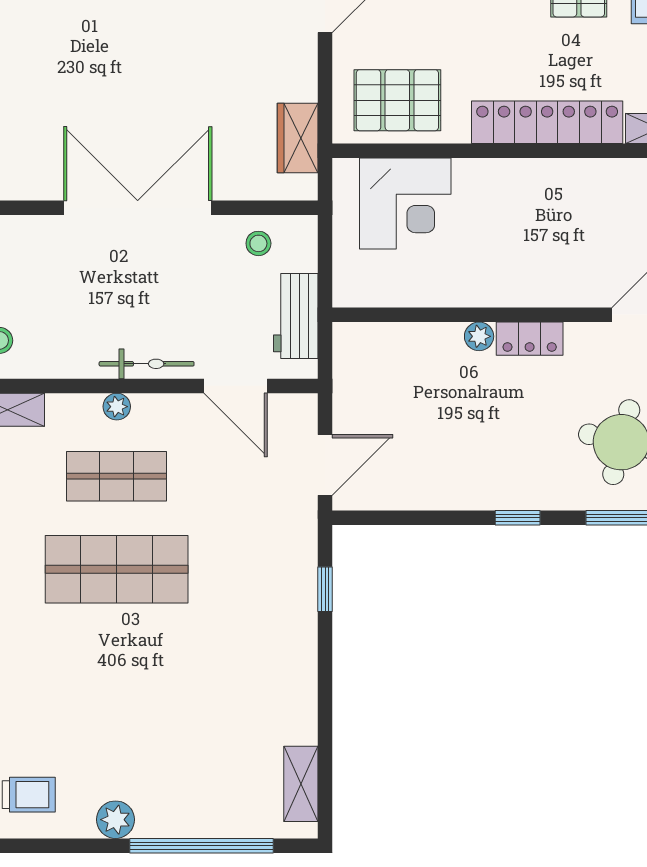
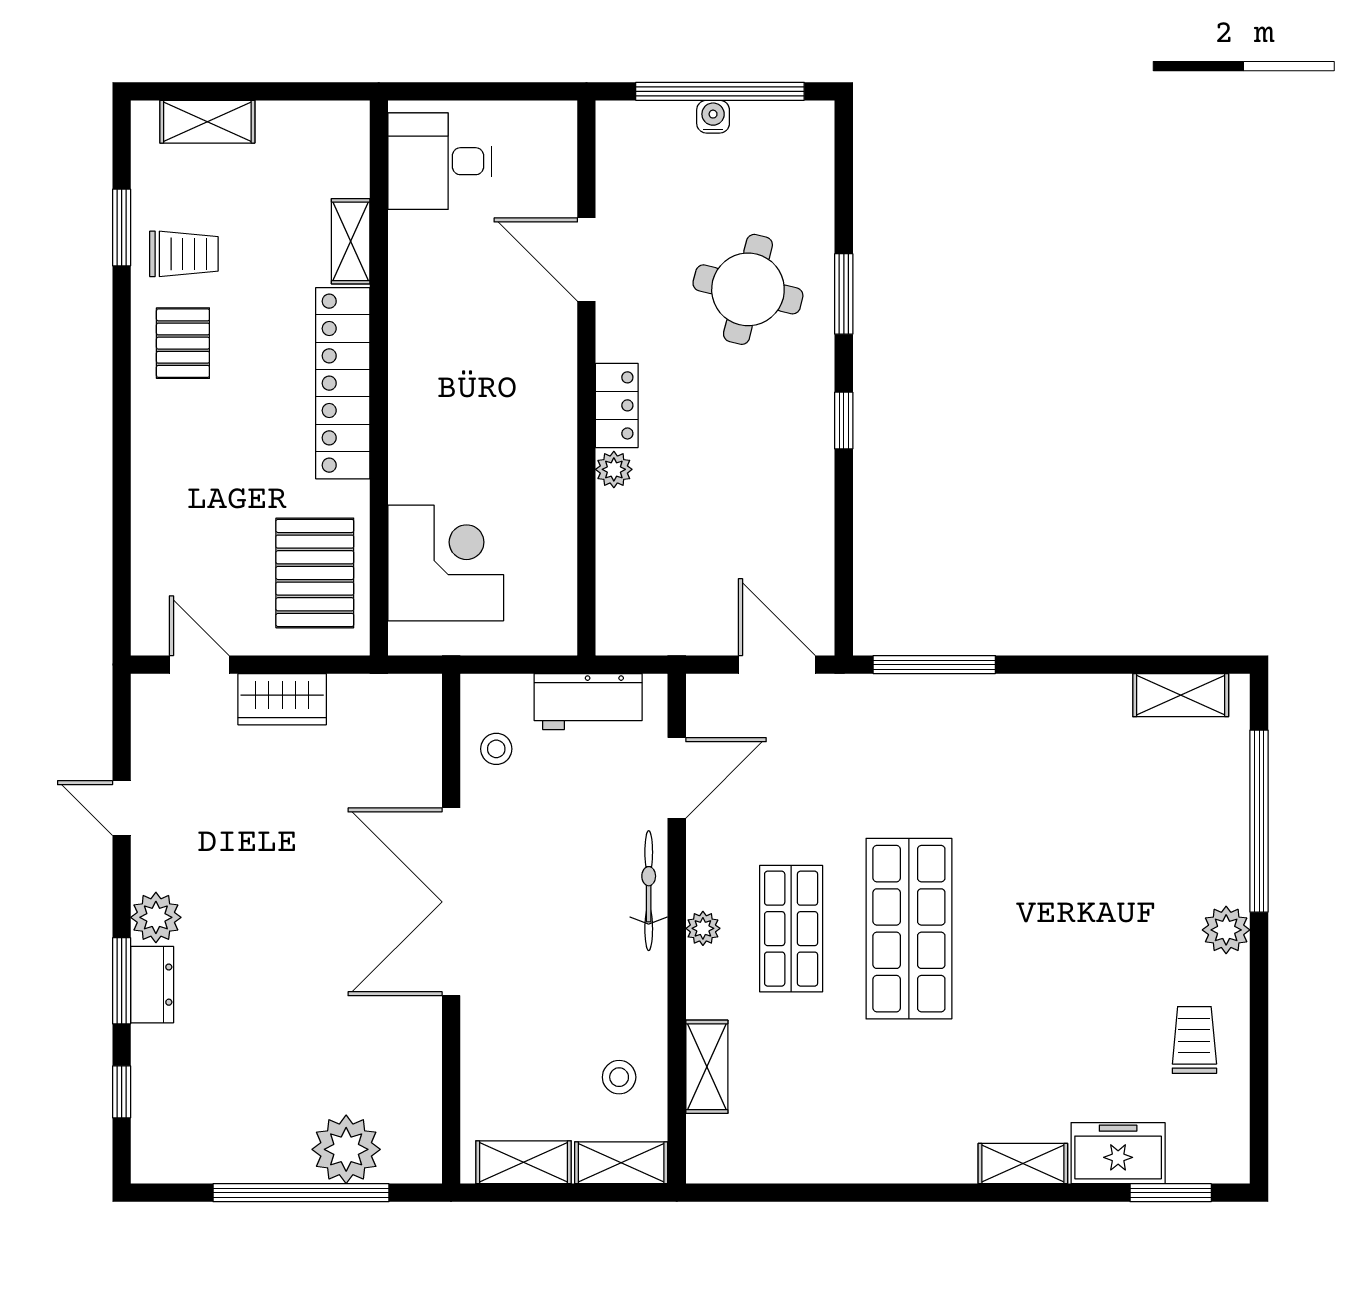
wardrobe: (298, 138) -> (282, 699), moved
window: (325, 589) -> (934, 665), width x2.17

